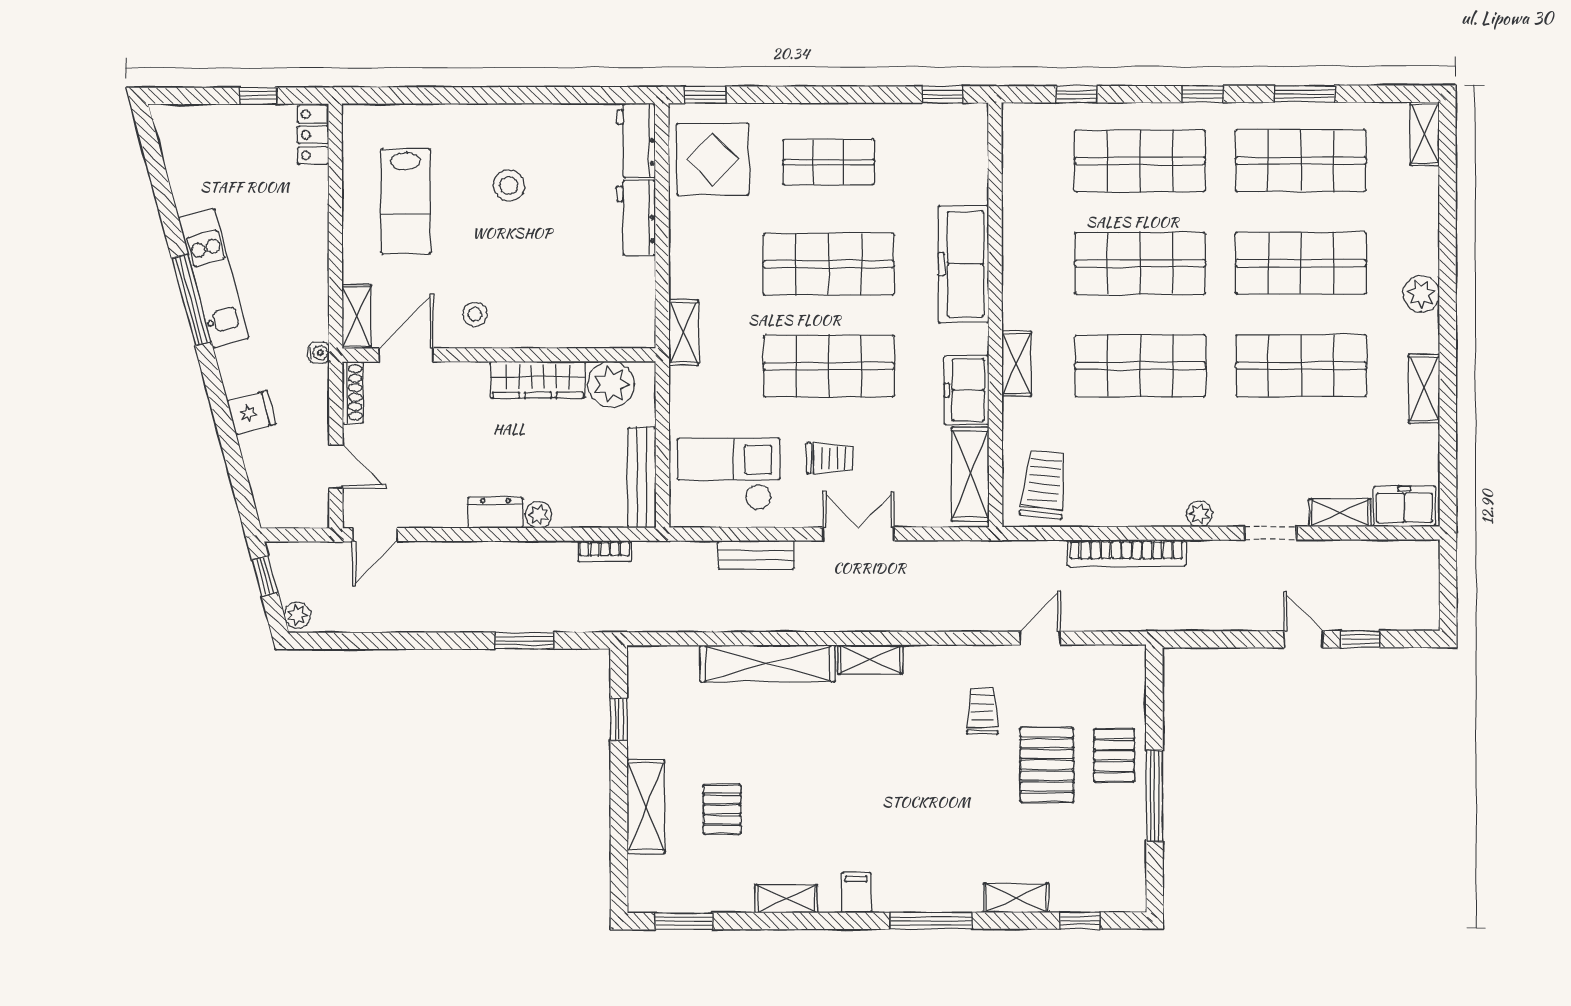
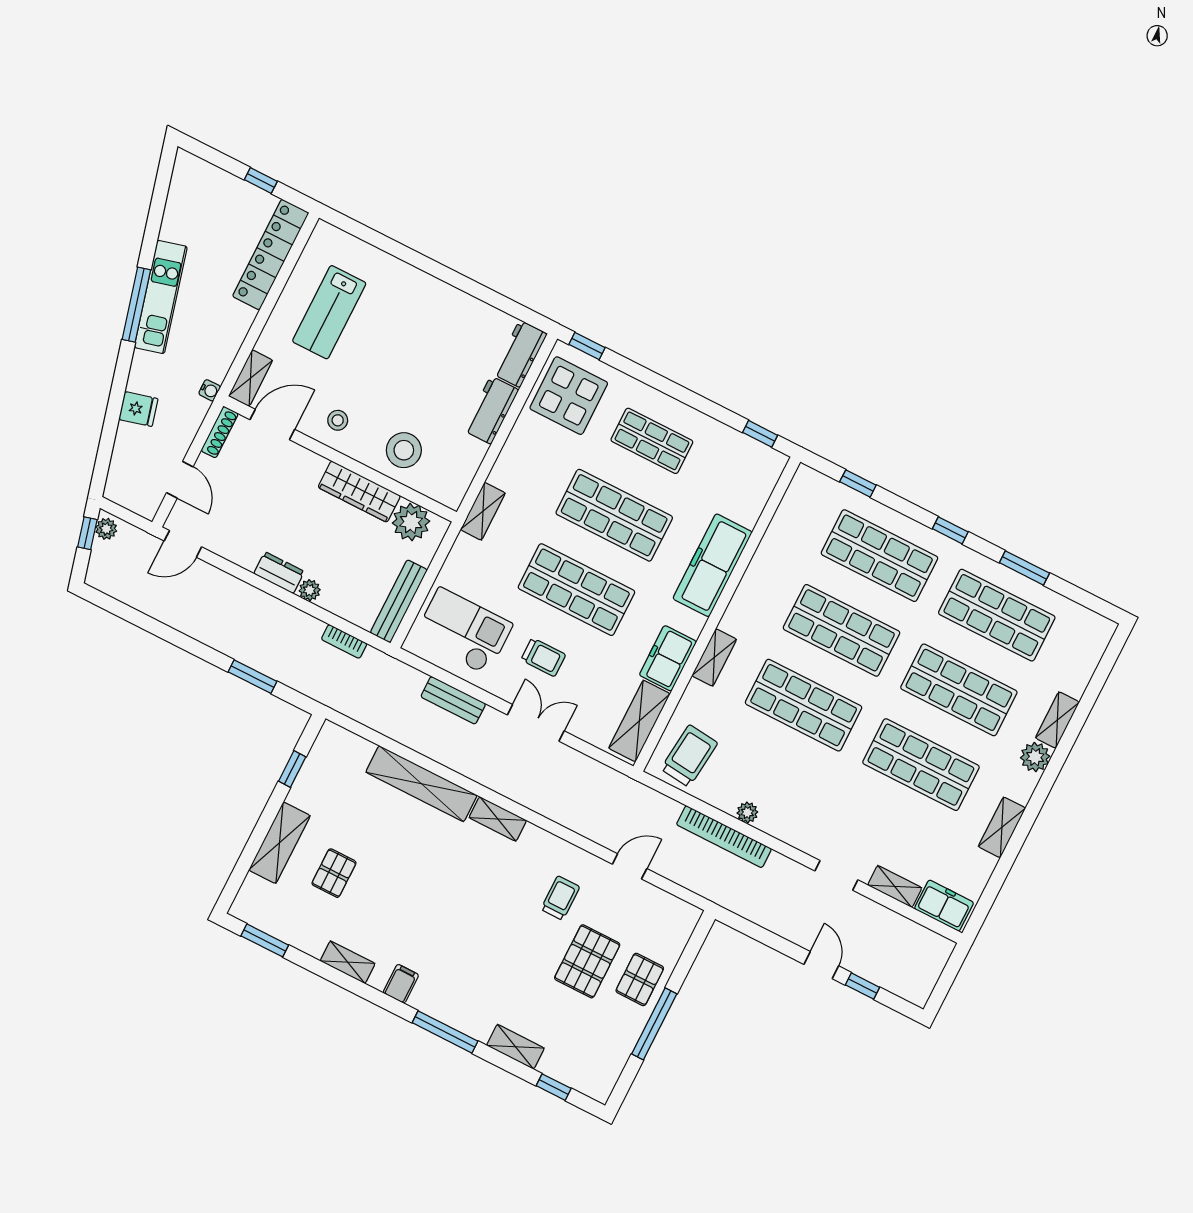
shelving: (1425, 134) -> (1057, 720), moved
locker: (313, 135) -> (271, 255), width x2.16, depth x1.21
stool: (509, 186) -> (404, 450), moved, width x1.38, depth x1.38
plant: (1199, 514) -> (747, 813), moved
plant: (297, 615) -> (106, 529), moved

